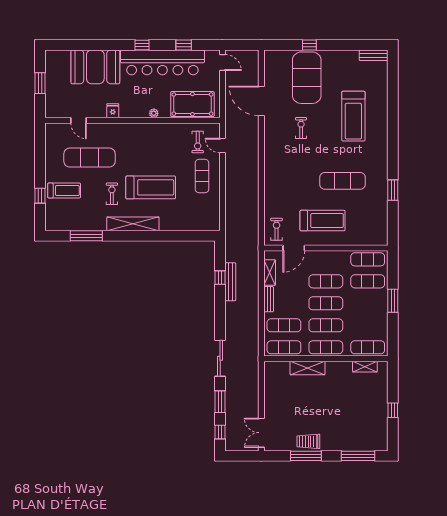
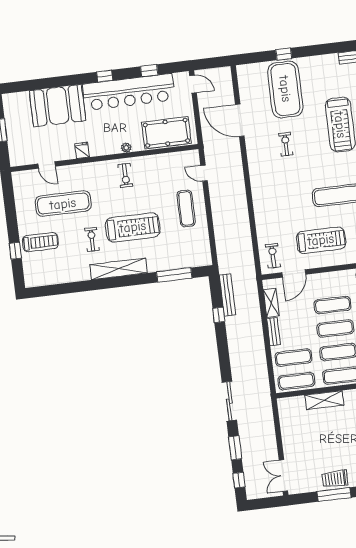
exercise bike: (198, 142) -> (125, 175), moved
window: (86, 236) -> (174, 275), moved
bench: (230, 282) -> (227, 295), moved

